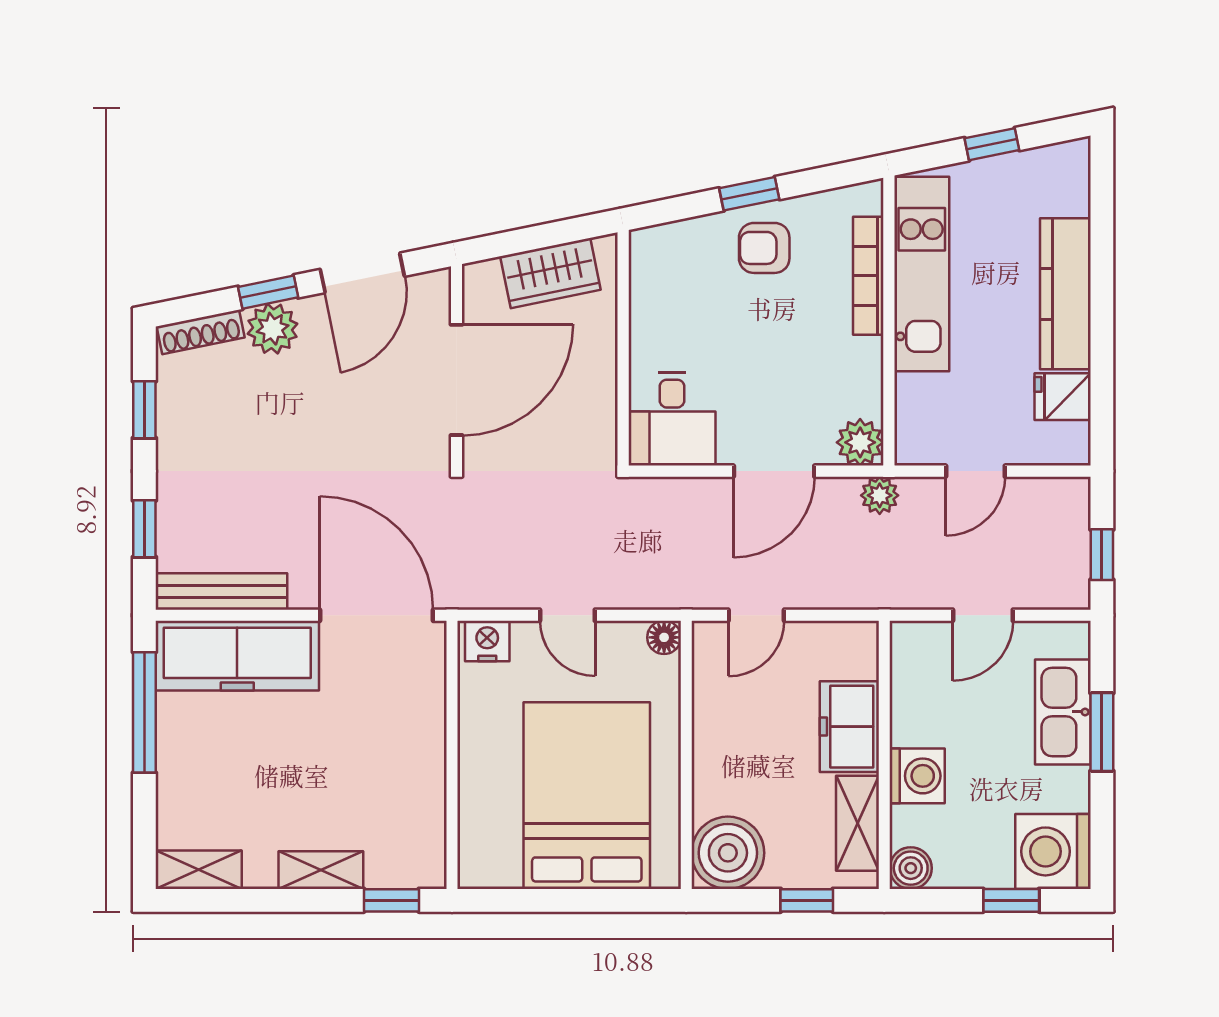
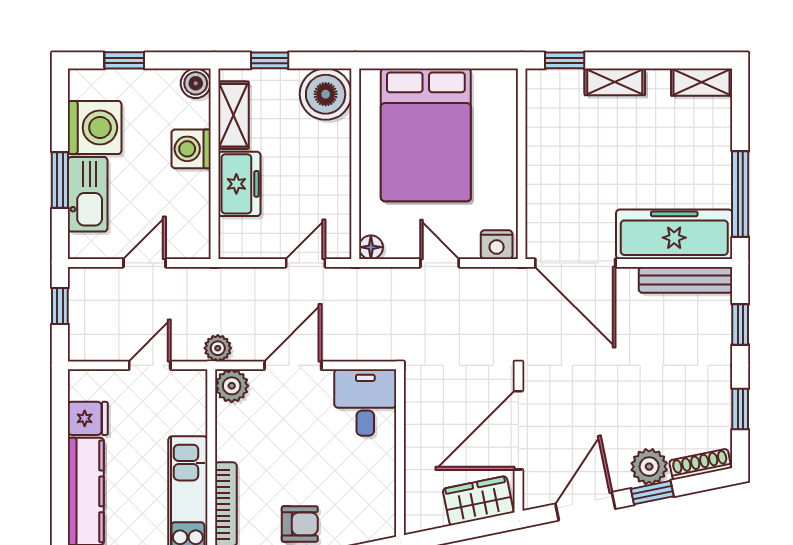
wardrobe: (550, 273) -> (478, 501), moved
washing machine: (1053, 851) -> (95, 128), moved

